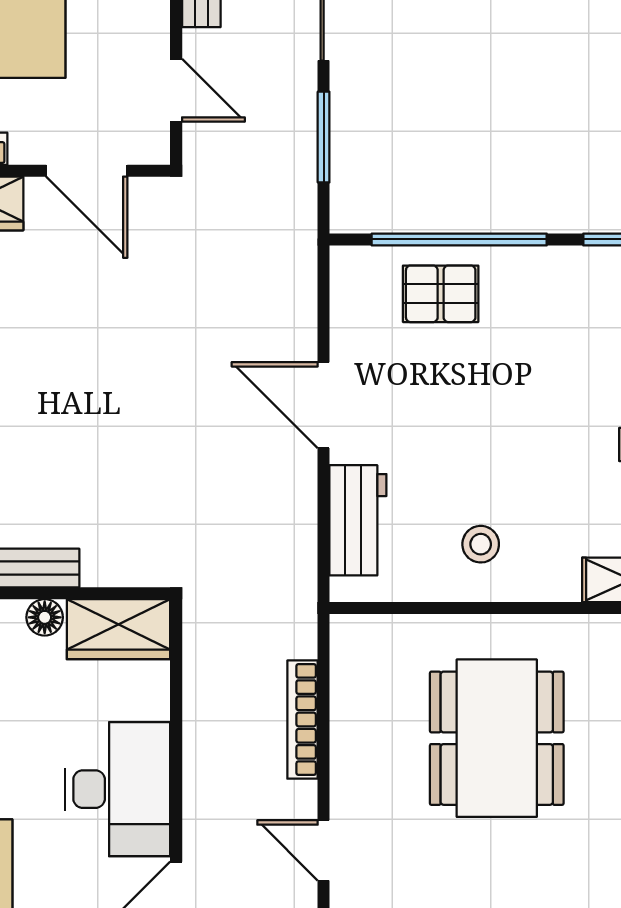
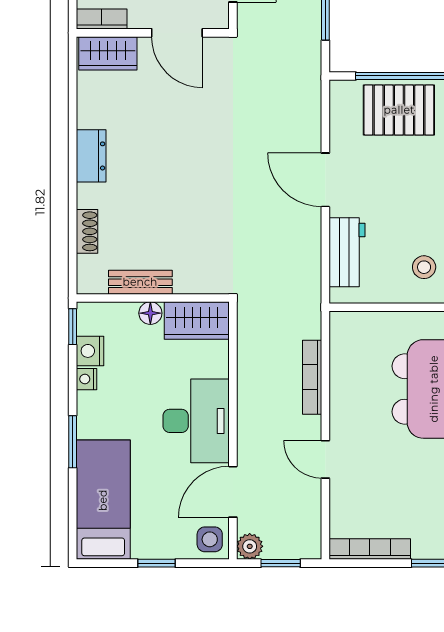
pallet: (441, 294) -> (399, 110), width x1.50, depth x1.42

